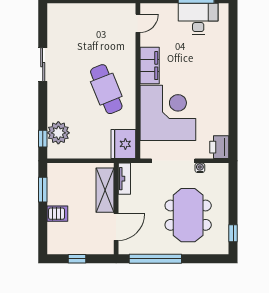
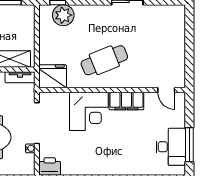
corner desk: (168, 113) -> (89, 111), width x0.74, depth x0.74

